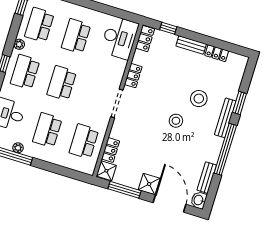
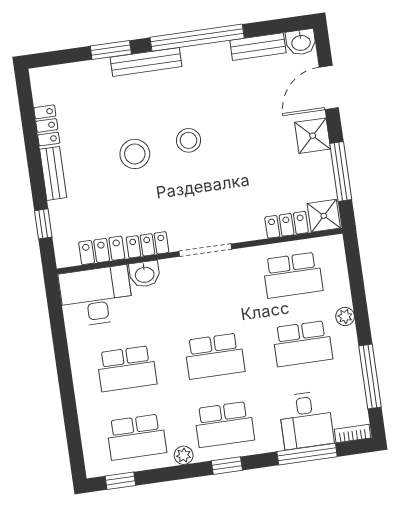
locker: (145, 39) -> (102, 250), moved
washbasin: (119, 67) -> (145, 274), added
stool: (199, 99) -> (135, 154), moved
plant: (18, 148) -> (345, 316), moved
door: (169, 203) -> (329, 87), width x0.73

